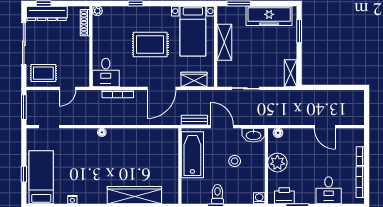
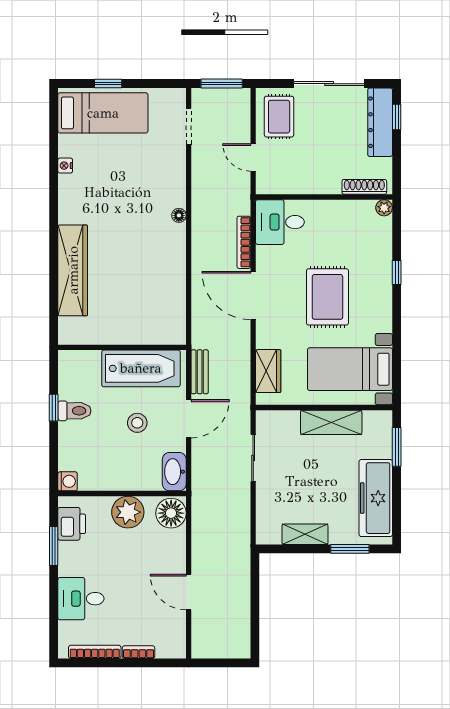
shelving: (291, 73) -> (305, 534), moved
door: (161, 88) -> (253, 296), moved
door: (325, 127) -> (189, 592), hinge flipped
floor lamp: (278, 133) -> (171, 513), width x1.89, depth x1.89
stool: (235, 161) -> (137, 423), moved

